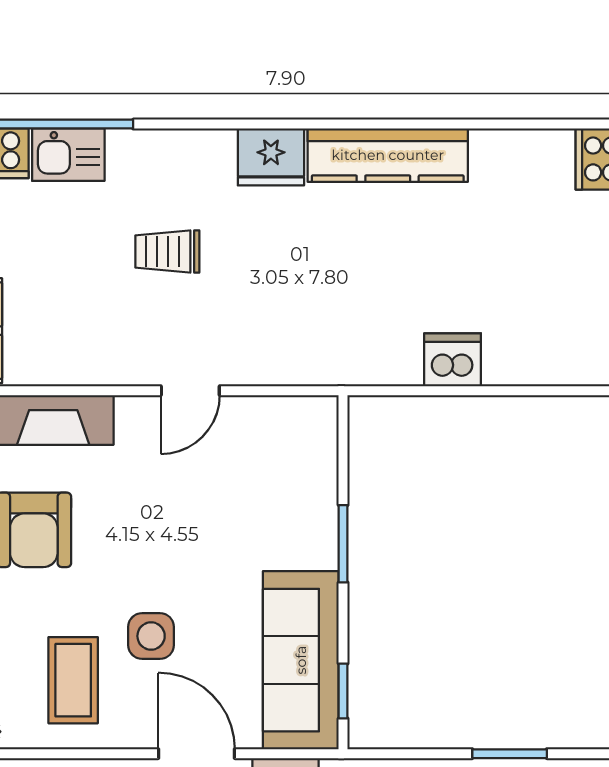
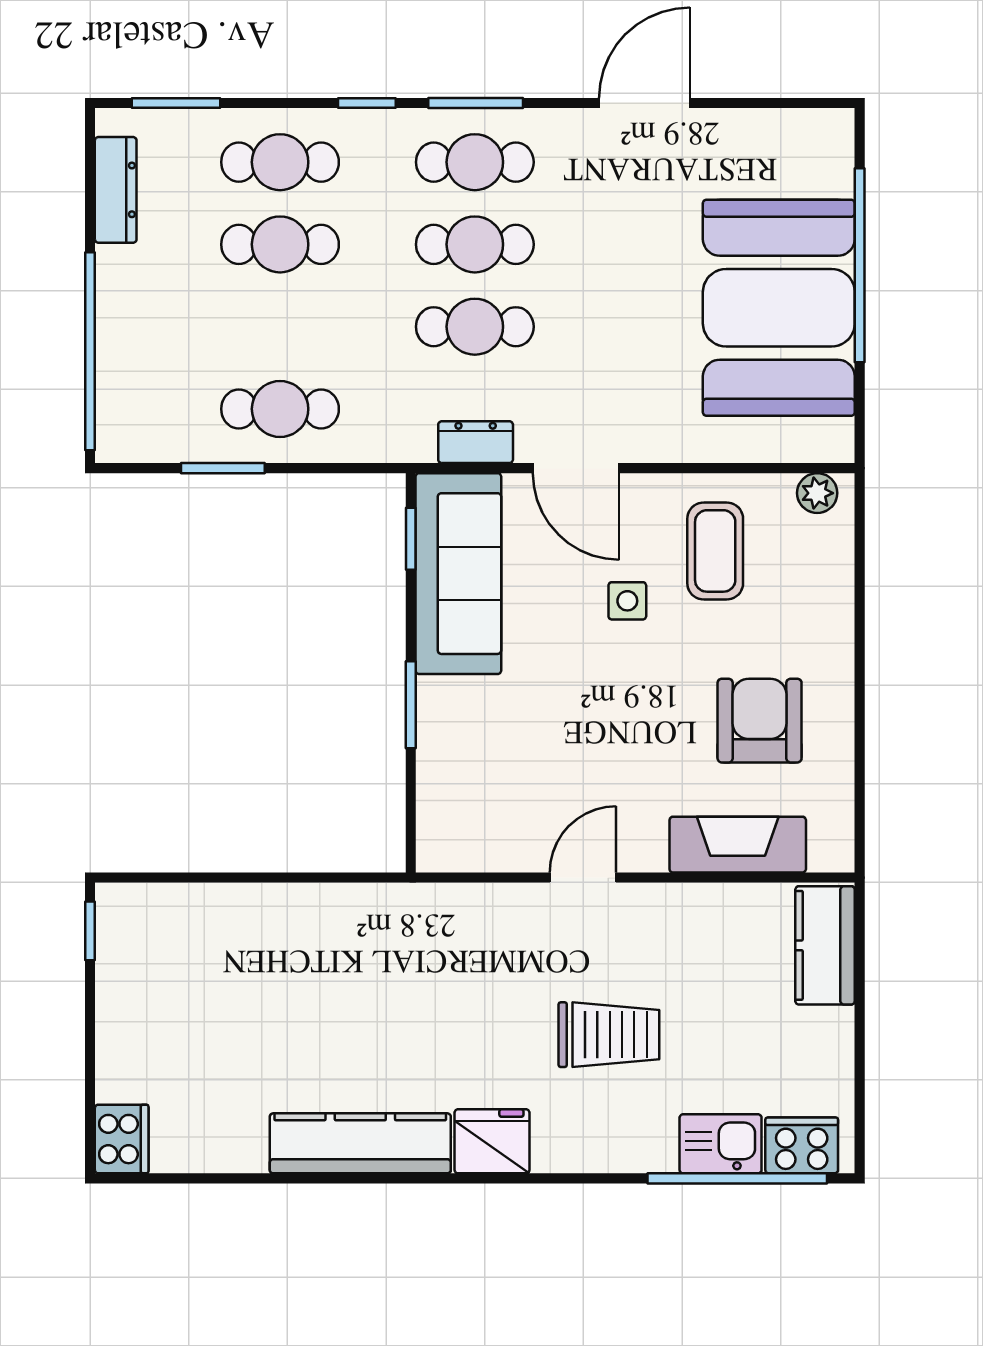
trolley: (167, 251) -> (609, 1035), width x1.36, depth x1.39
dishwasher: (453, 360) -> (287, 912), removed
side table: (151, 636) -> (627, 601), width x0.73, depth x0.73

